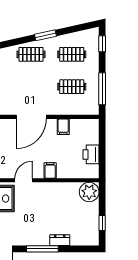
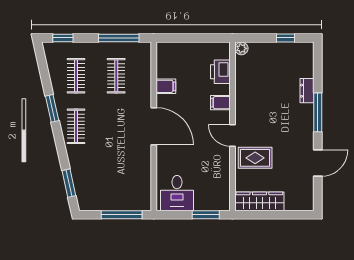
printer: (91, 154) -> (220, 72), moved, turned 90
plant: (89, 192) -> (241, 48), width x0.53, depth x0.53

